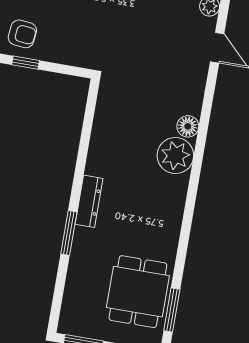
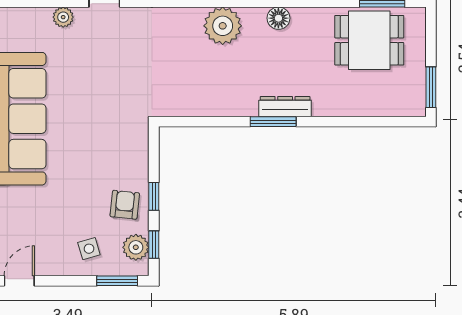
floor lamp: (188, 126) -> (278, 18), moved
window: (69, 233) -> (273, 122), moved

